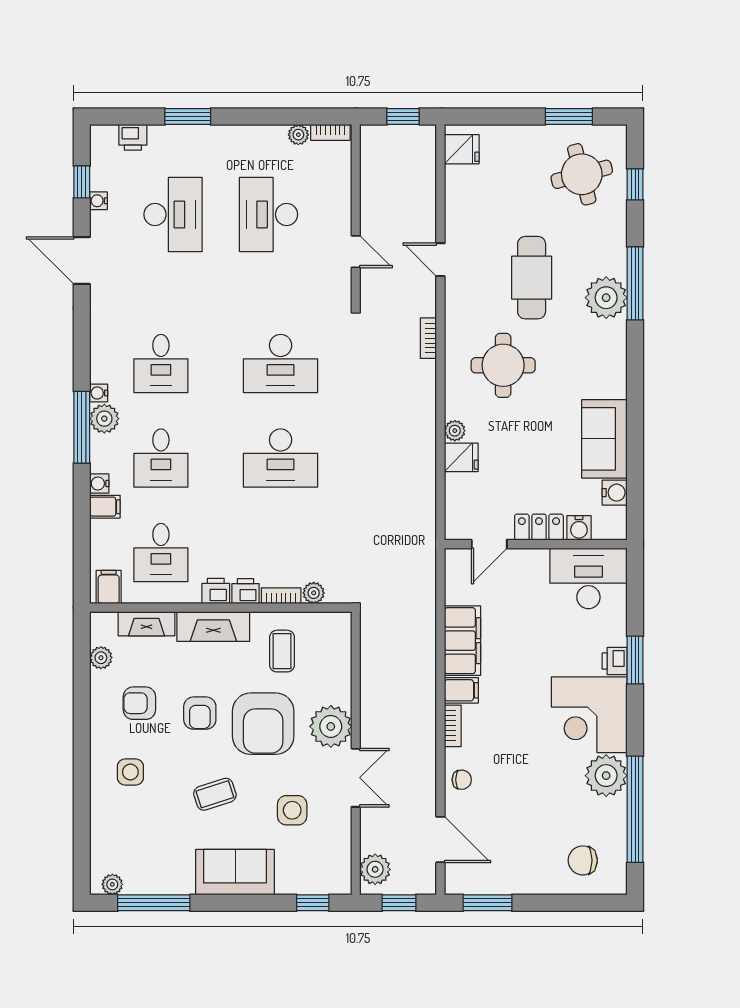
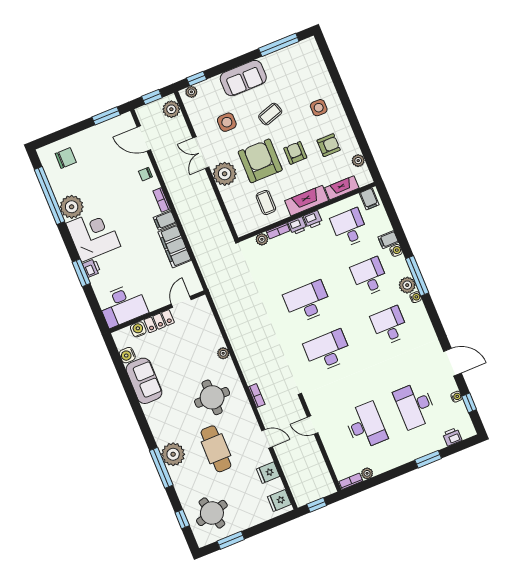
fridge: (461, 457) -> (268, 473), moved
plant: (112, 884) -> (191, 92), moved

